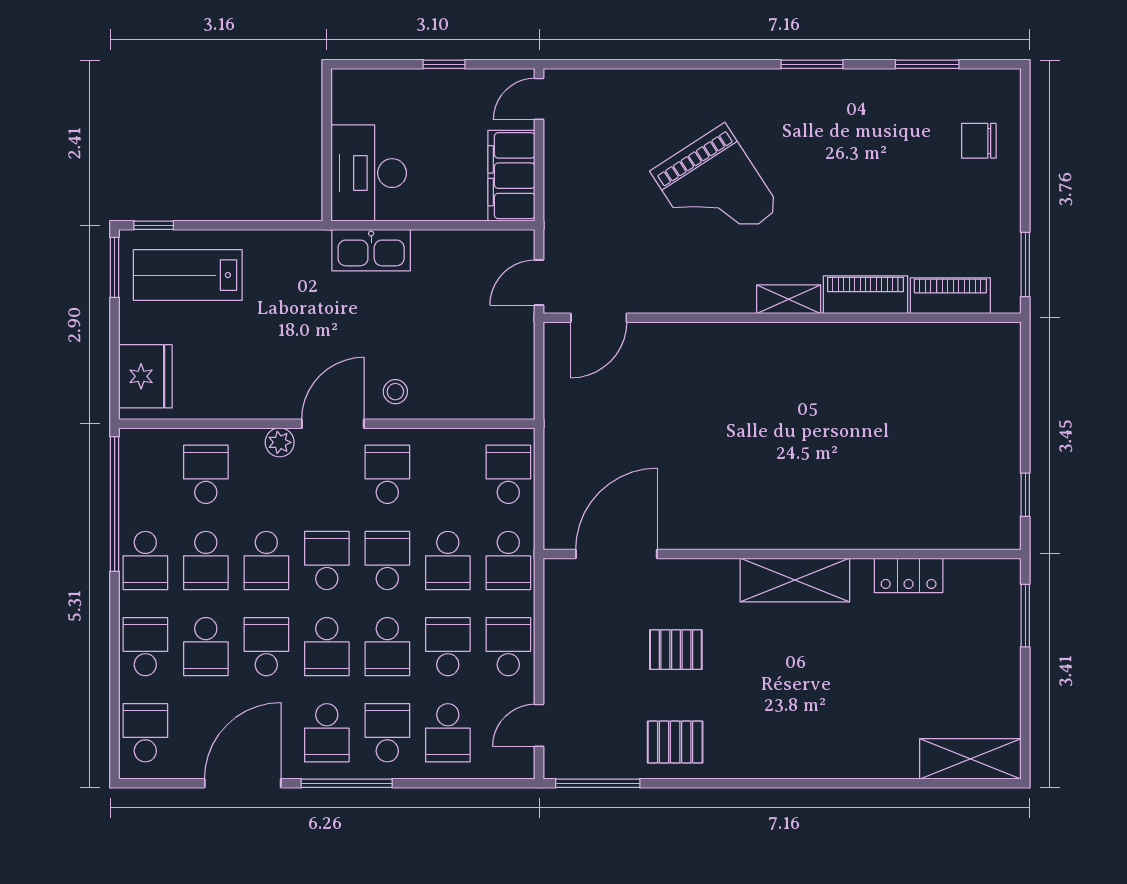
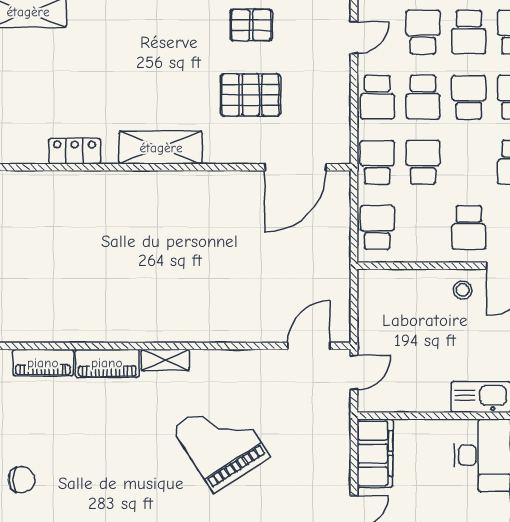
school desk: (508, 474) -> (377, 227), turned 180
school desk: (387, 560) -> (469, 162), removed
pallet: (676, 650) -> (250, 95), width x1.50, depth x1.42

